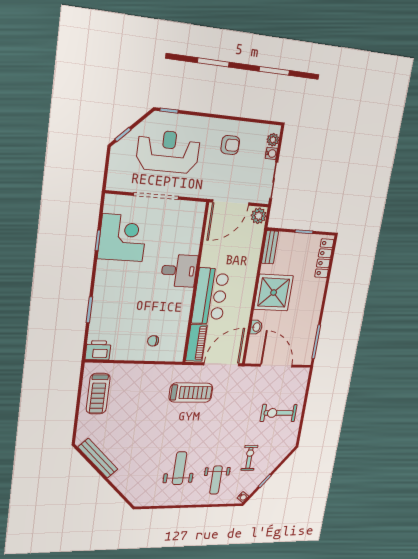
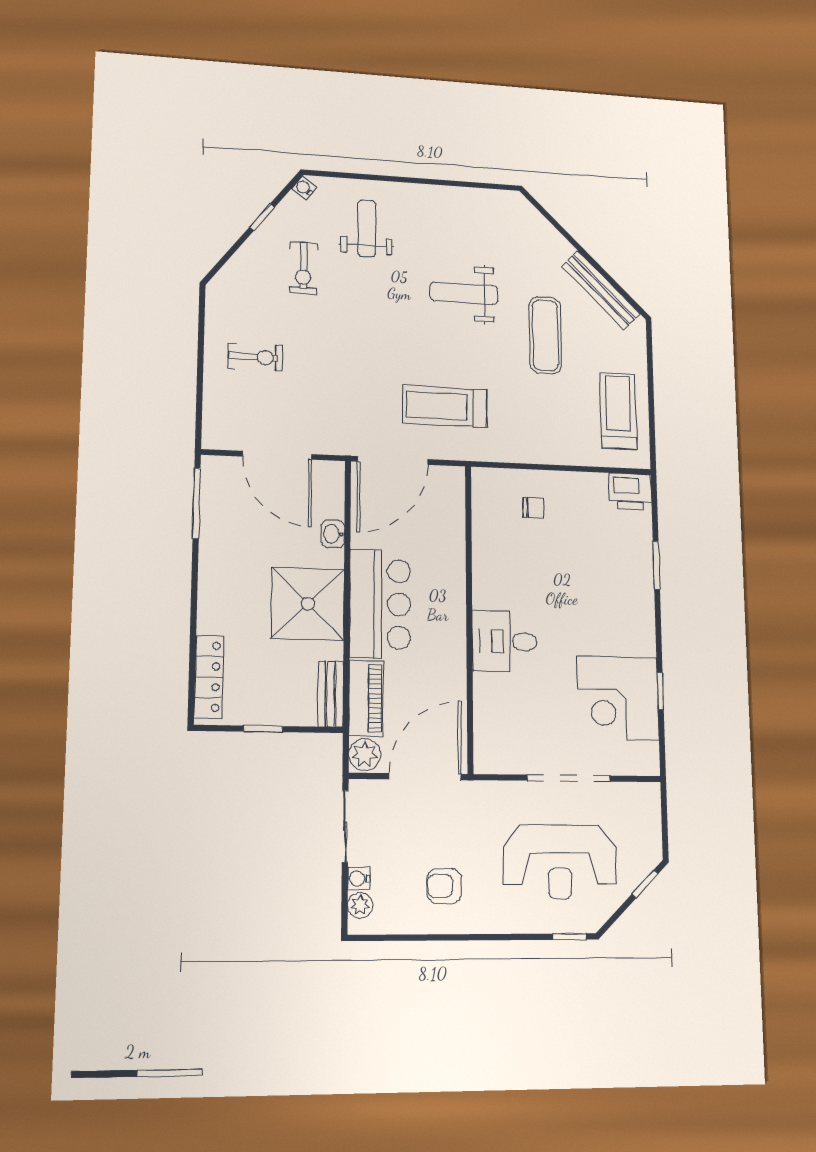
bar counter: (210, 296) -> (380, 604), moved, turned 180
piano: (196, 343) -> (366, 698), moved, turned 180
exercise bike: (279, 413) -> (255, 357), width x0.73, depth x0.72
exercise mat: (132, 432) -> (545, 335), added
weight bench: (180, 468) -> (464, 293), moved, turned 90

